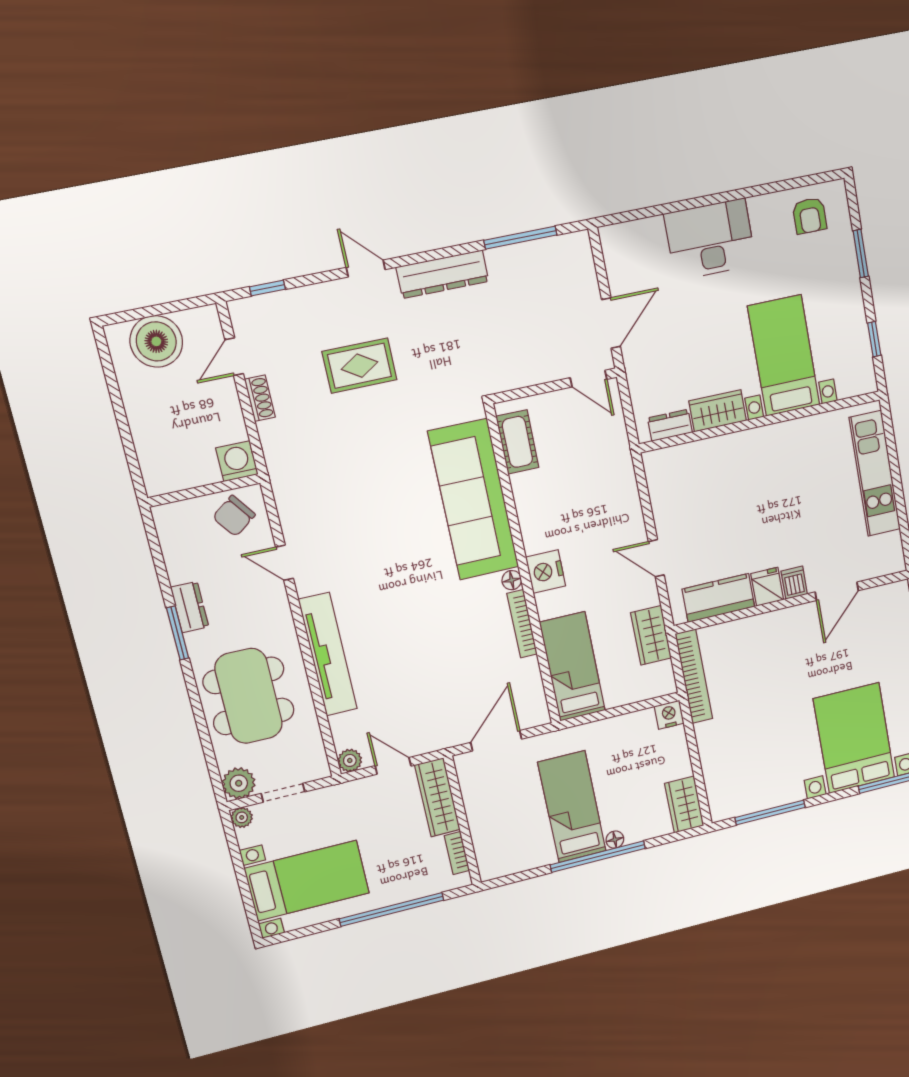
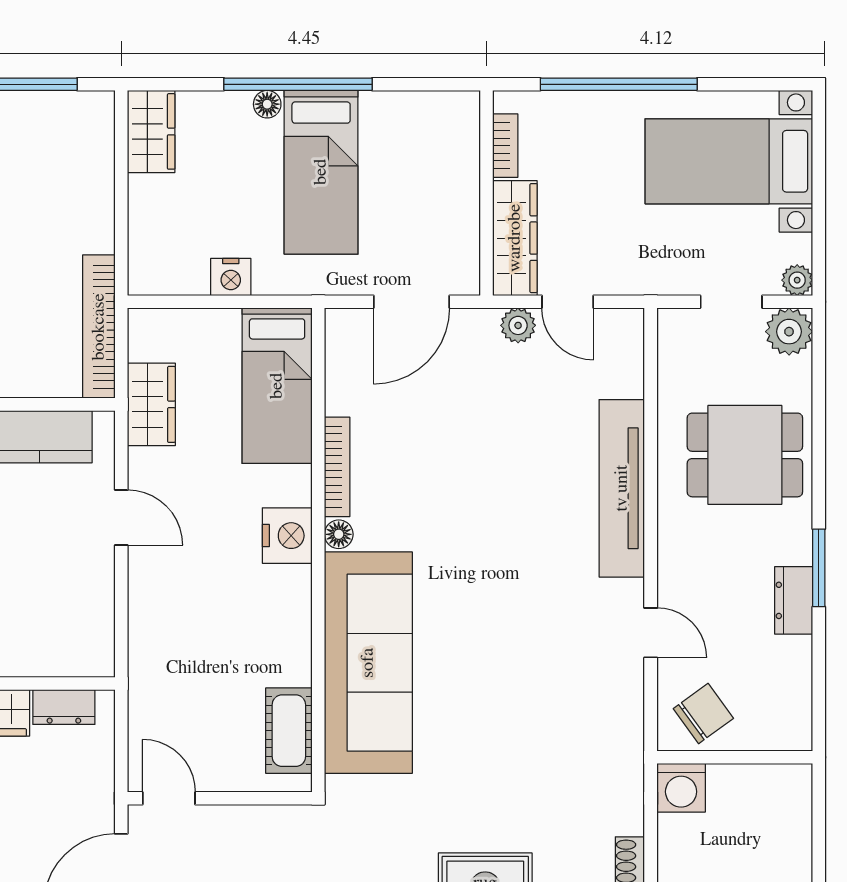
dining table: (249, 696) -> (745, 455), width x0.73
nightstand: (669, 715) -> (231, 277), moved
plant: (350, 760) -> (518, 325), moved

